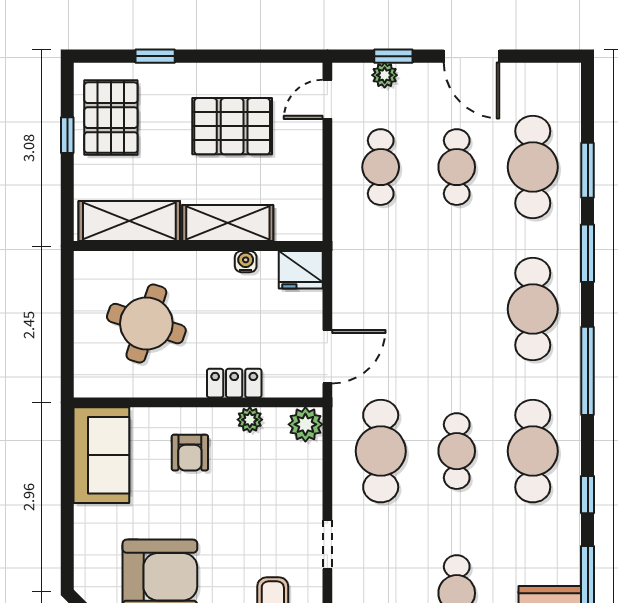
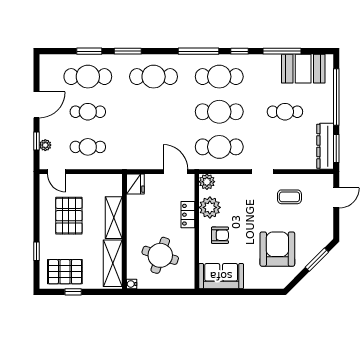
water cooler: (246, 262) -> (132, 284), moved
window: (588, 371) -> (198, 51), moved
plant: (250, 420) -> (210, 207), width x1.87, depth x1.87
cafe table: (457, 451) -> (219, 112), width x1.37, depth x1.35

